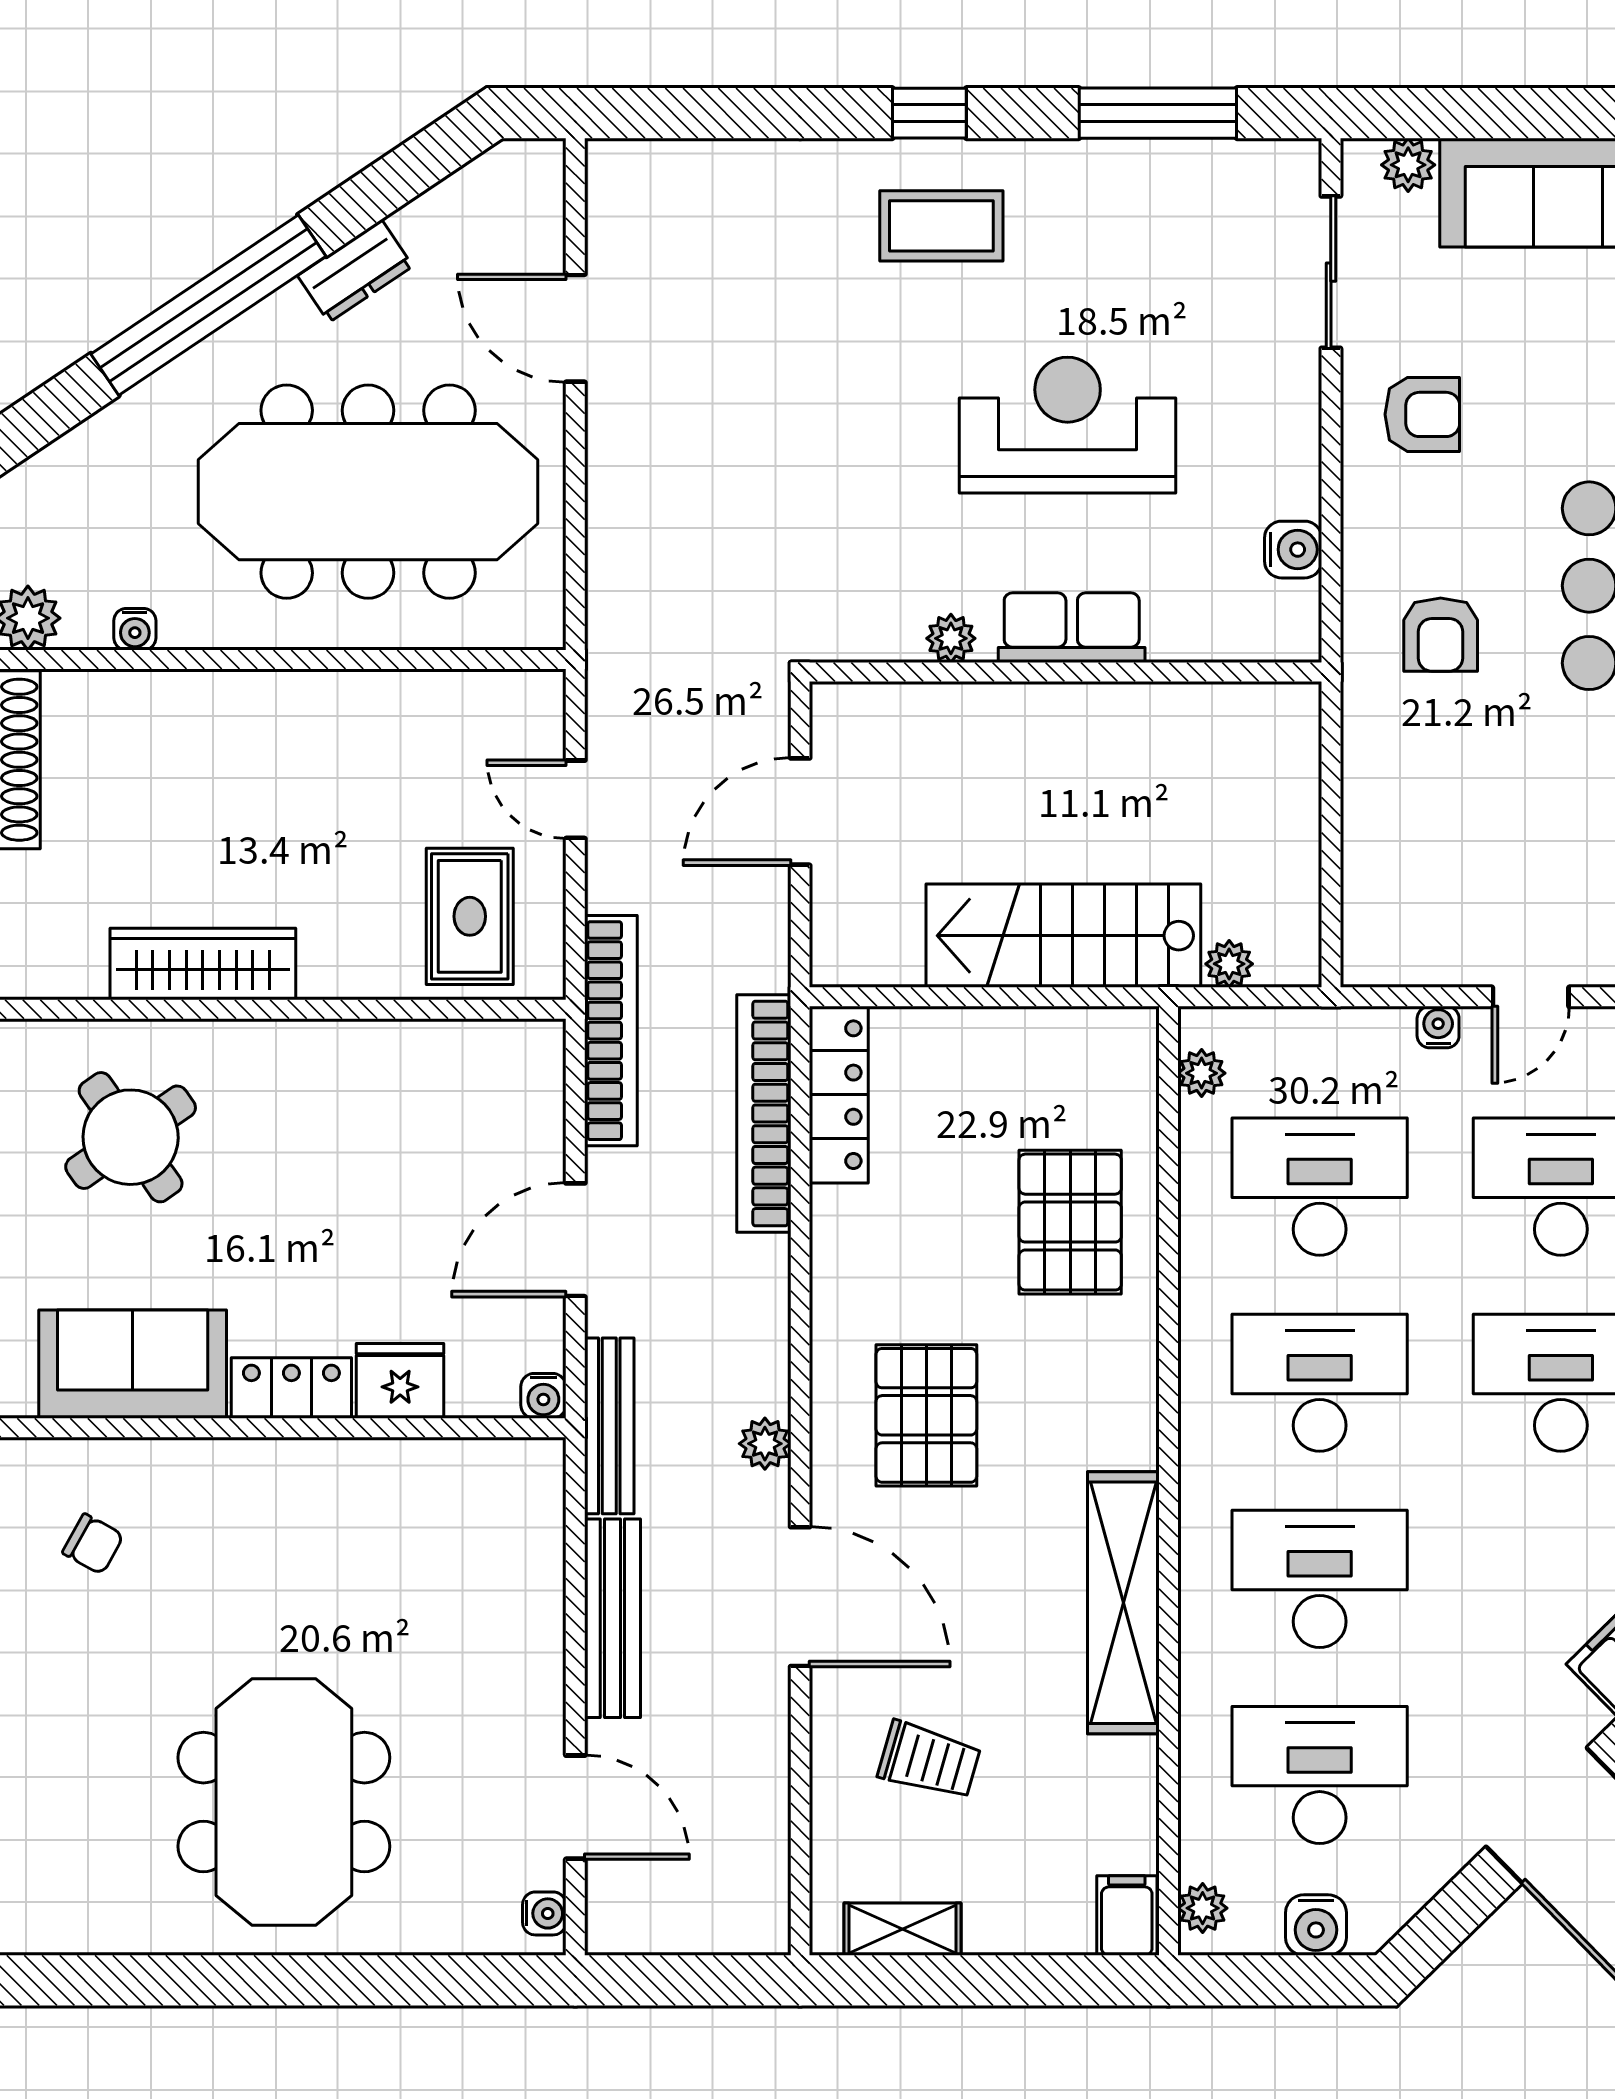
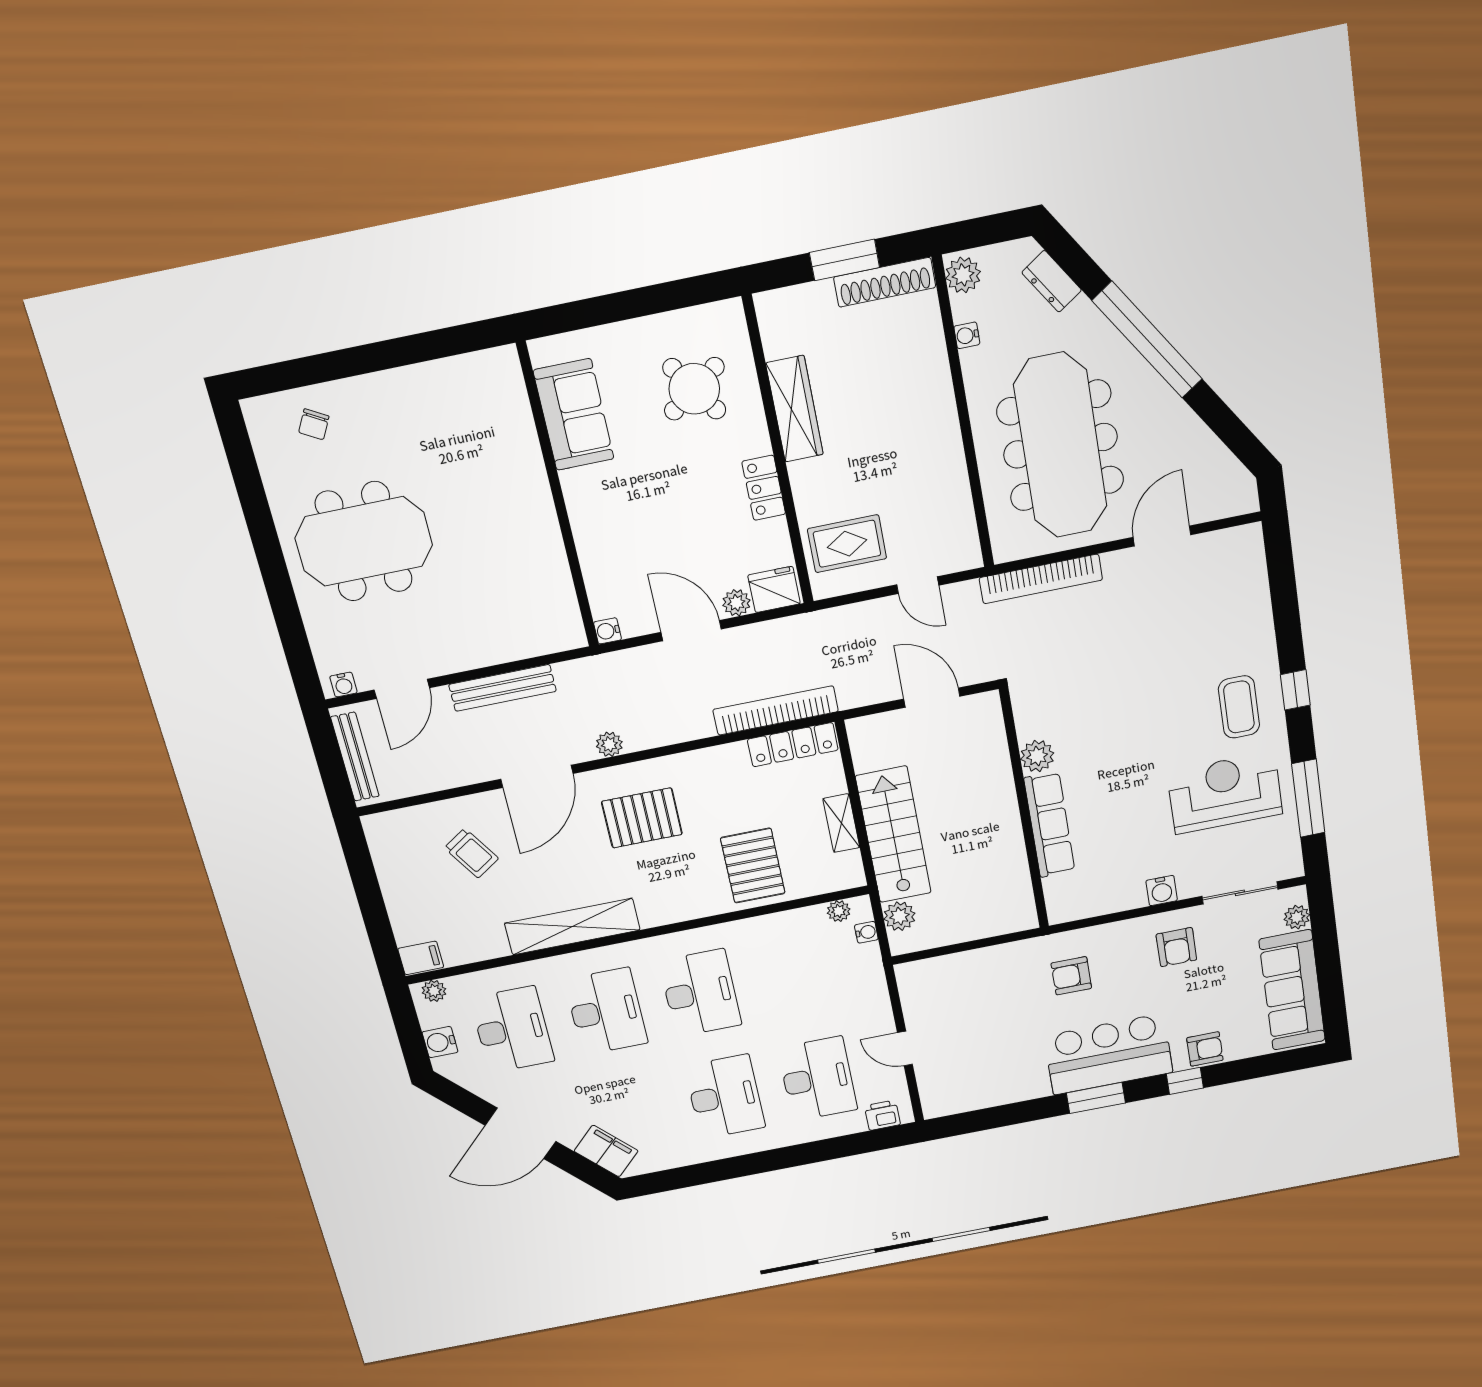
dresser: (355, 271) -> (1052, 281), moved
reception desk: (1068, 425) -> (1225, 793), moved, turned -90
water cooler: (1293, 550) -> (1162, 891), moved
row of seats: (1072, 628) -> (1049, 825), width x1.48
plant: (951, 638) -> (1037, 756), width x1.38, depth x1.38
door: (575, 799) -> (918, 585), swing flipped
plant: (1229, 964) -> (899, 916), width x1.38, depth x1.38
water cooler: (1438, 1027) -> (866, 932), moved
bookcase: (611, 1031) -> (1041, 579), moved
plant: (539, 1144) -> (736, 603), added
desk: (1320, 1187) -> (795, 974), removed
pallet: (1070, 1222) -> (753, 866), turned 90
fridge: (400, 1381) -> (774, 589), moved, turned -90
locker: (291, 1388) -> (764, 488), moved, turned 180
bench: (609, 1426) -> (355, 757), moved, turned 90
chair: (93, 1544) -> (314, 424), moved
trolley: (929, 1760) -> (471, 853), turned -49
shelving: (902, 1929) -> (841, 823), moved

